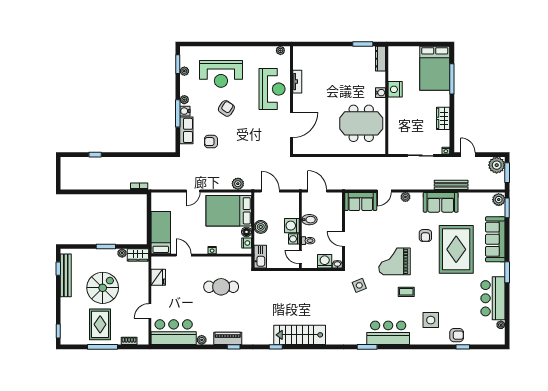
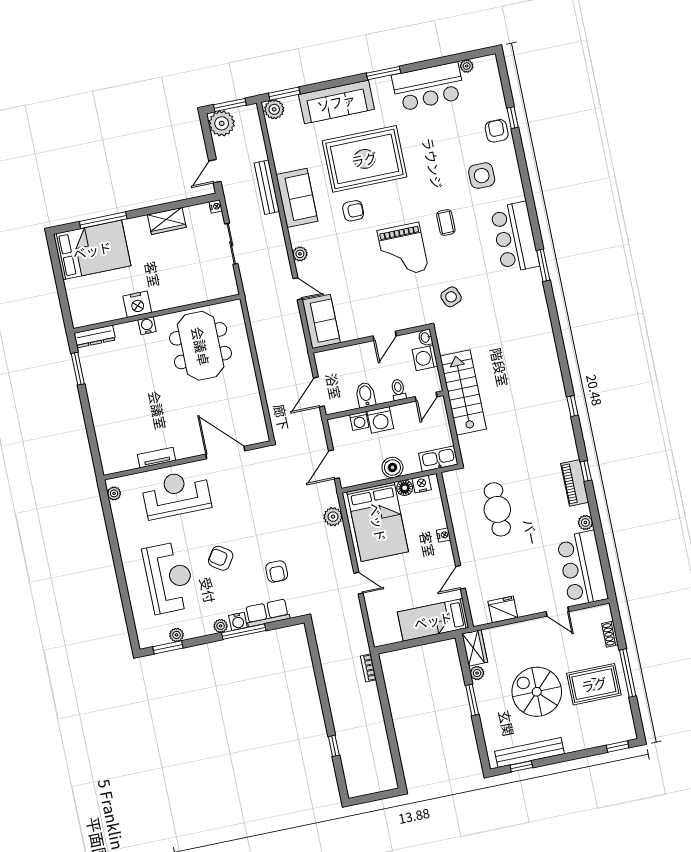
washing machine: (294, 239) -> (359, 421), moved
stairs: (300, 335) -> (463, 393), moved, turned 180

